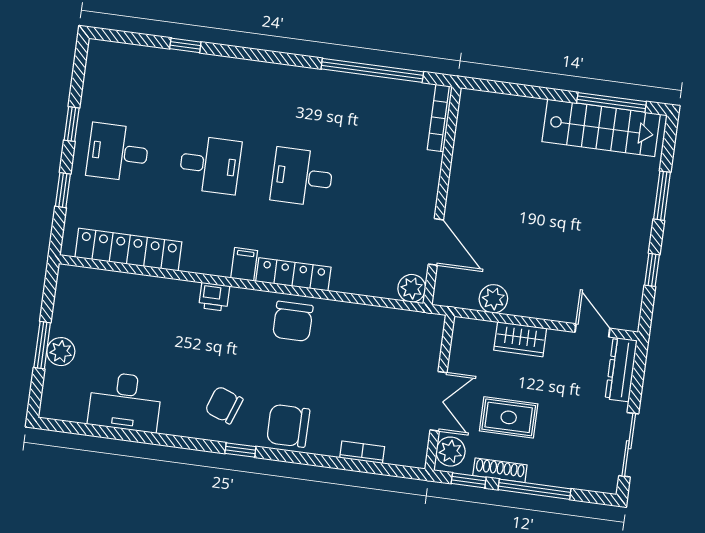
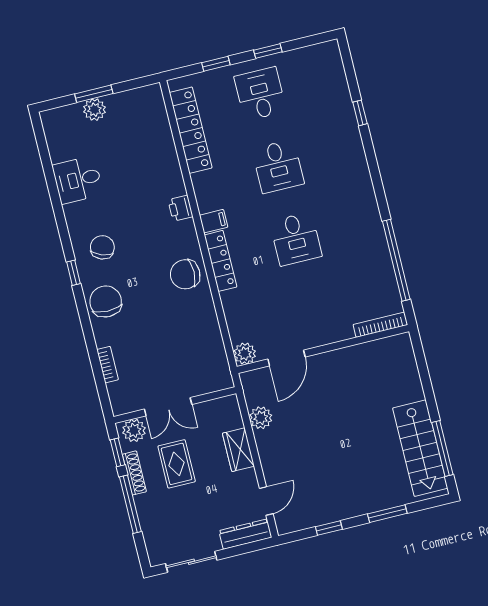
desk: (302, 177) -> (296, 239), turned 180
desk: (125, 402) -> (78, 180), width x0.73

